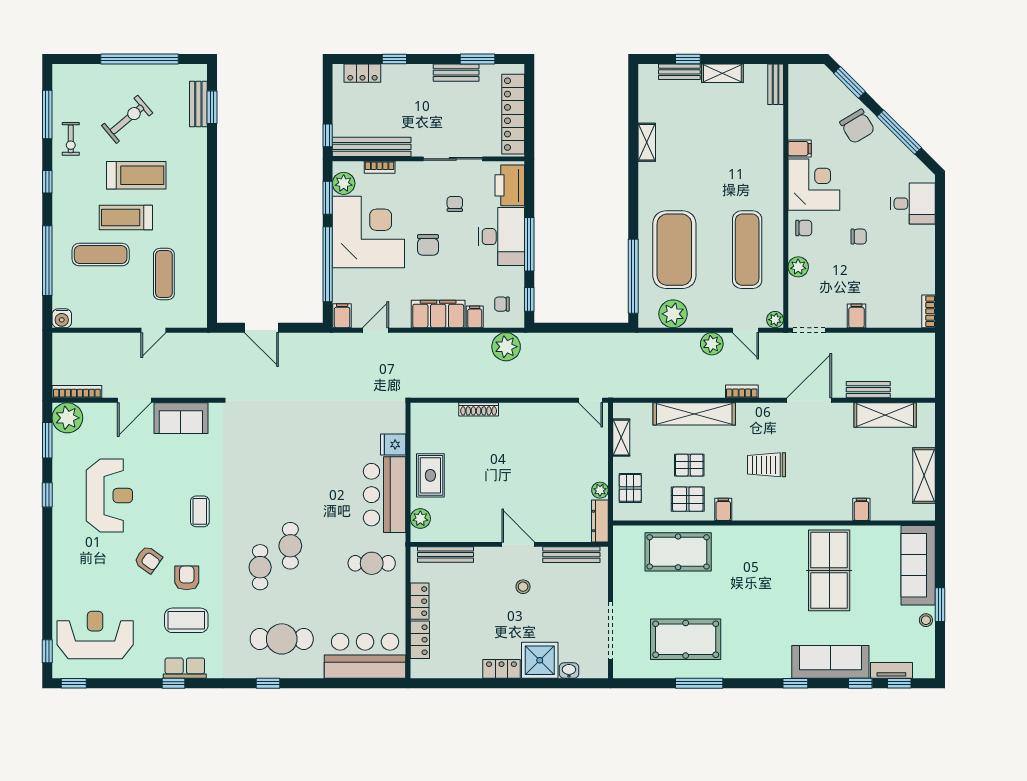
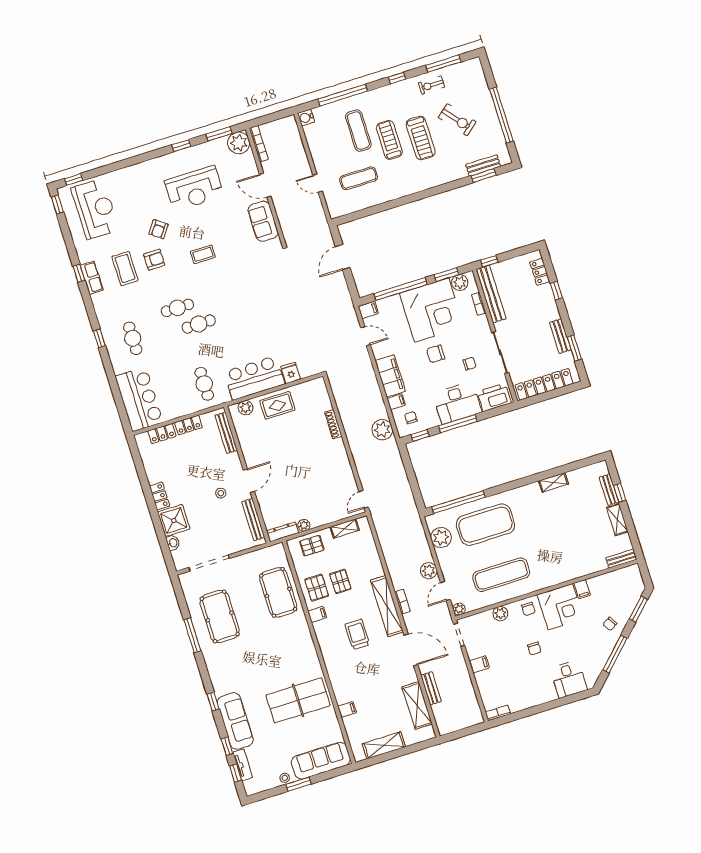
chair: (857, 126) -> (610, 624), width x0.54, depth x0.54
shelving: (694, 414) -> (387, 606), moved
cafe table: (282, 639) -> (133, 338), width x0.73, depth x0.74

